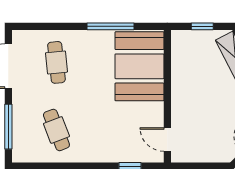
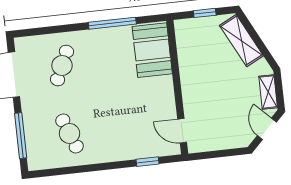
cafe table: (56, 62) -> (62, 65), turned 30
booth: (139, 66) -> (152, 50), width x0.73, depth x0.70

